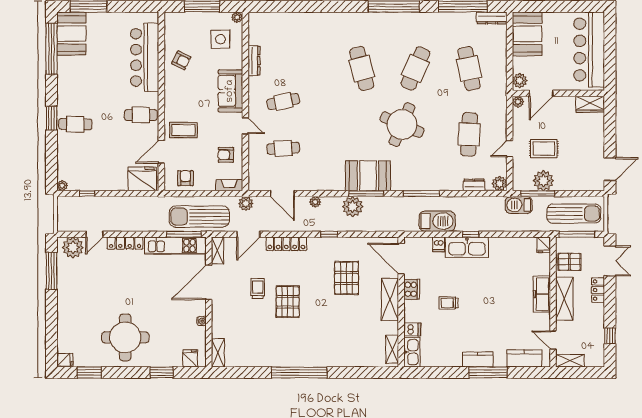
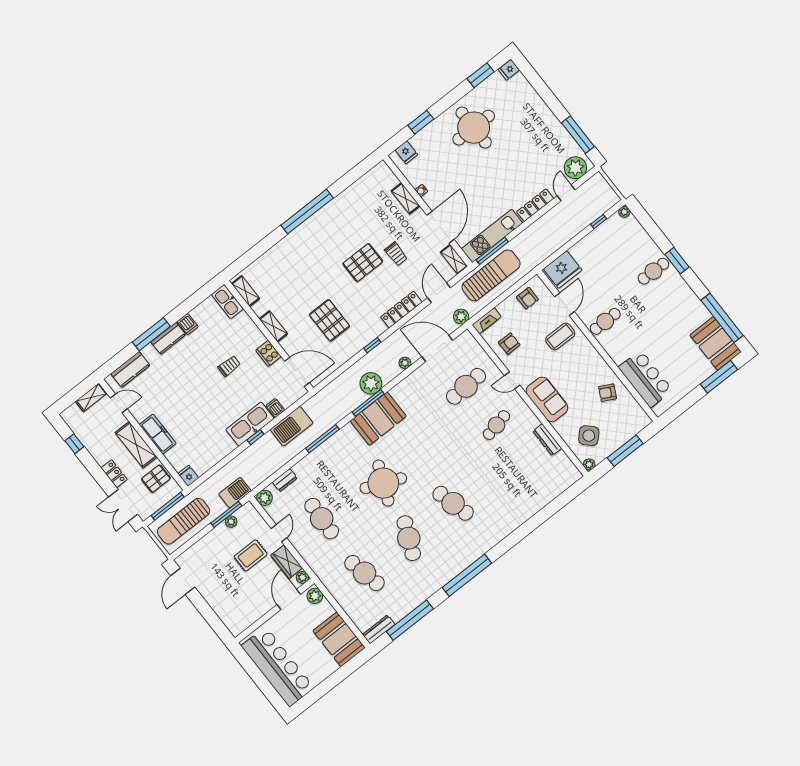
side table: (220, 39) -> (589, 436), turned 45
bar counter: (145, 57) -> (645, 379), width x0.73
wardrobe: (590, 104) -> (287, 562), moved, turned -90
cafe table: (283, 148) -> (466, 386), width x1.37, depth x1.35
plant: (543, 181) -> (231, 522), width x0.53, depth x0.53
door: (282, 194) -> (437, 348), width x1.36
shelving: (390, 299) -> (273, 326), width x0.67, depth x0.75
pallet: (288, 302) -> (363, 263), turned 90
dishwasher: (412, 329) -> (188, 324), moved, turned -90
shelving: (218, 353) -> (406, 198), moved

